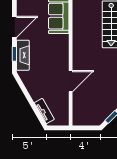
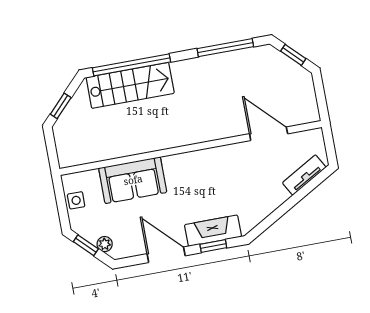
door: (71, 81) -> (269, 134), moved

